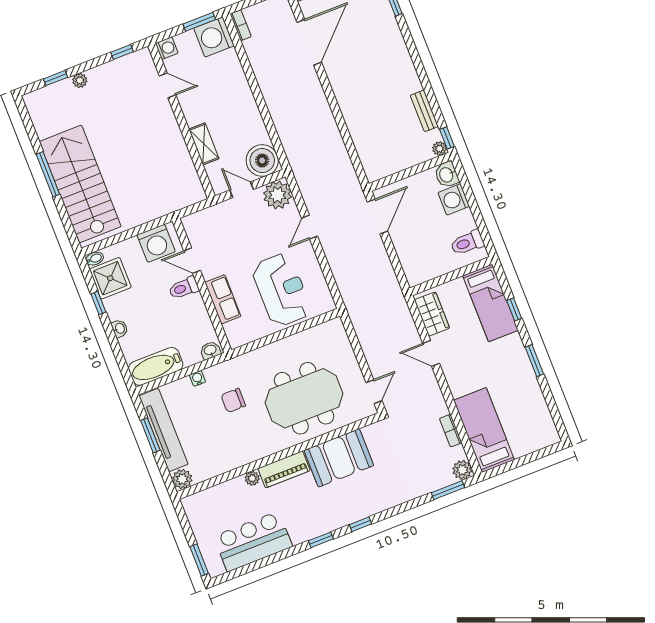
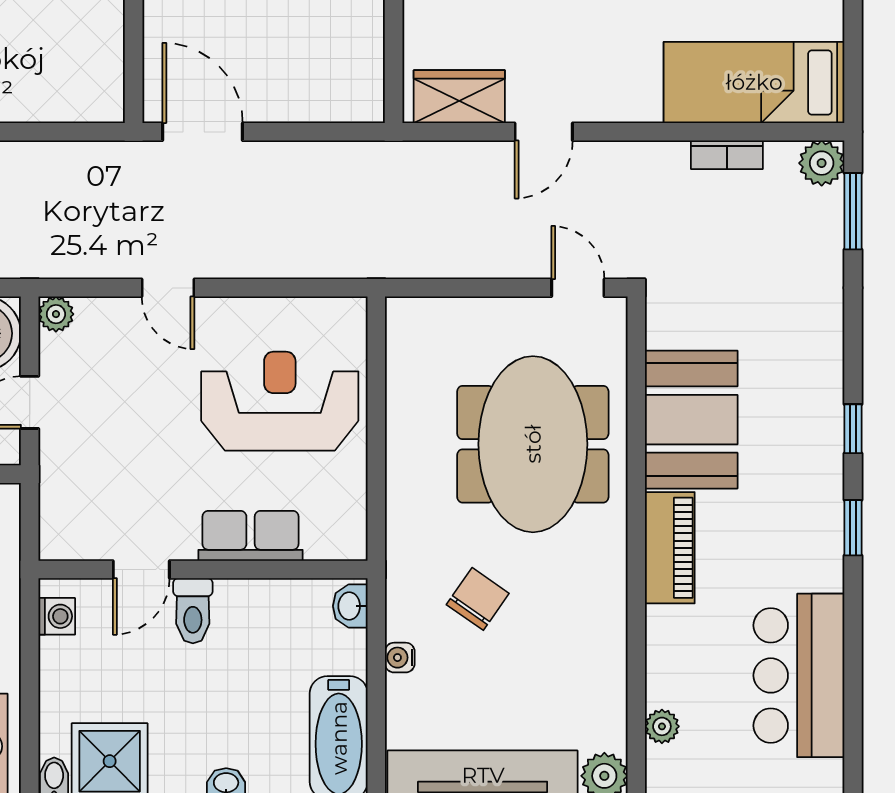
plant: (277, 195) -> (56, 314), width x0.53, depth x0.53
washing machine: (156, 243) -> (57, 616), width x0.53, depth x0.53
chair: (233, 400) -> (478, 599), turned -145
plant: (252, 478) -> (662, 726), moved

